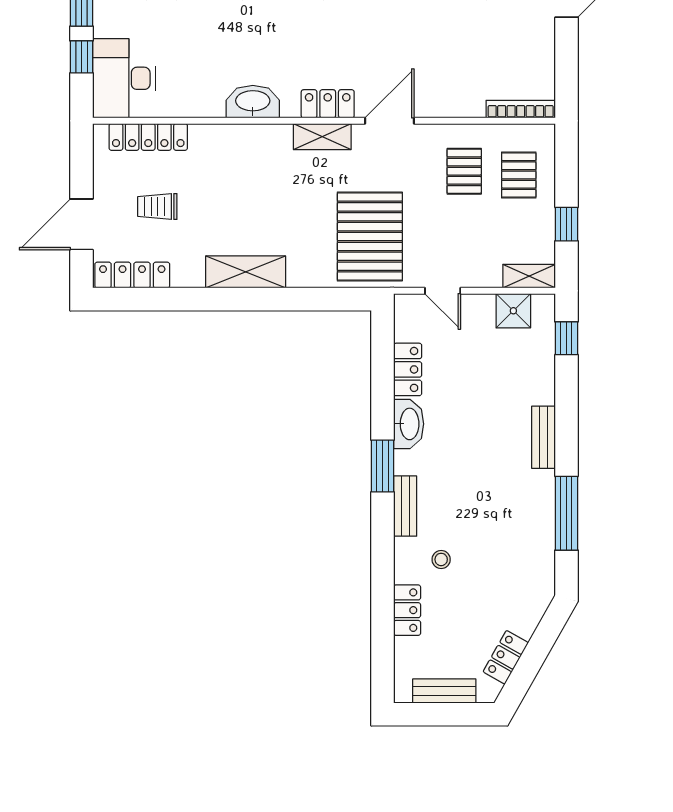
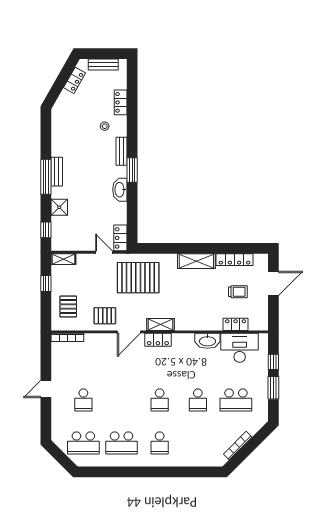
desk: (124, 78) -> (240, 348), moved, turned -90
washbasin: (253, 102) -> (207, 341), moved
locker: (148, 137) -> (236, 324), width x0.66
pallet: (464, 171) -> (105, 316), moved, turned 90
pallet: (370, 237) -> (138, 278), turned 90
locker: (132, 275) -> (234, 260), moved
shower: (513, 311) -> (59, 207), moved
locker: (408, 369) -> (120, 238), moved
bench: (543, 437) -> (57, 172), moved
window: (566, 513) -> (46, 177), moved

